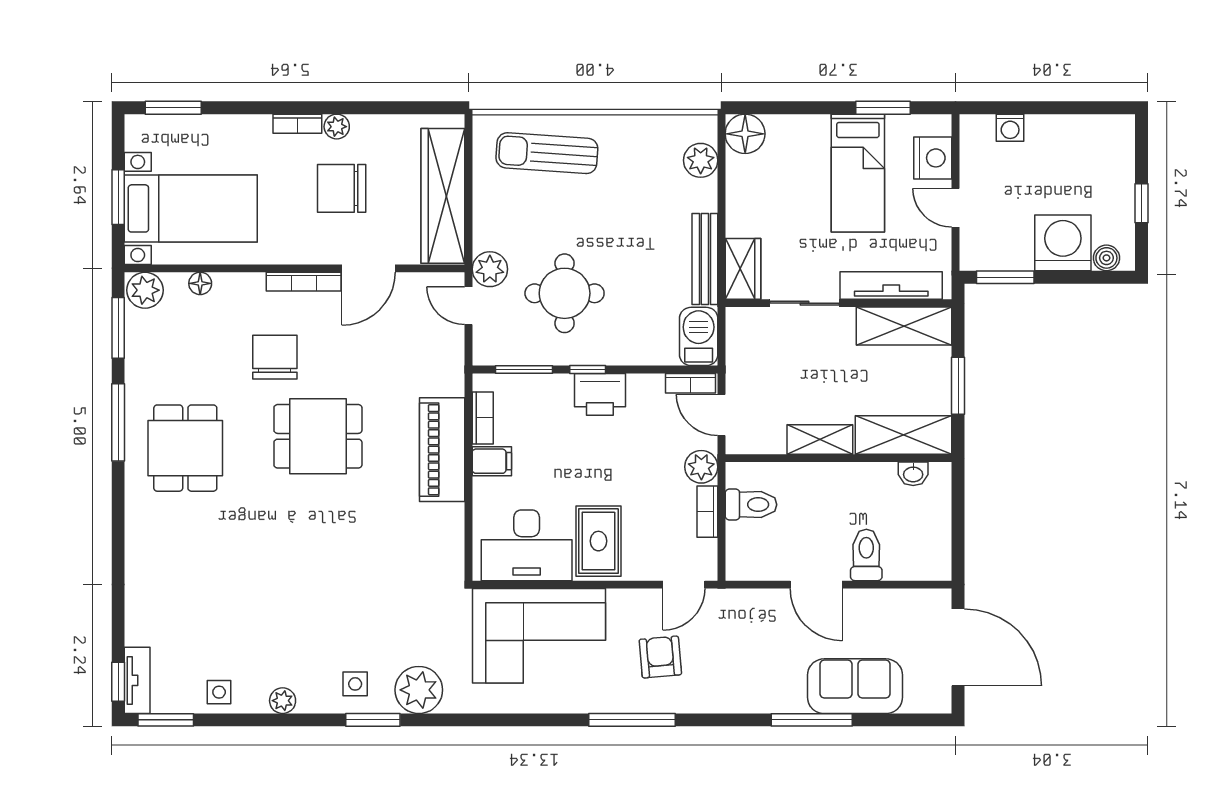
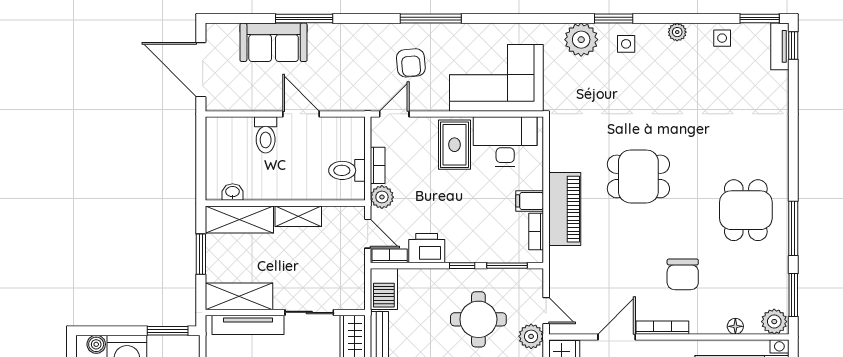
printer: (600, 394) -> (427, 248), moved
dining table: (318, 436) -> (638, 176), moved

